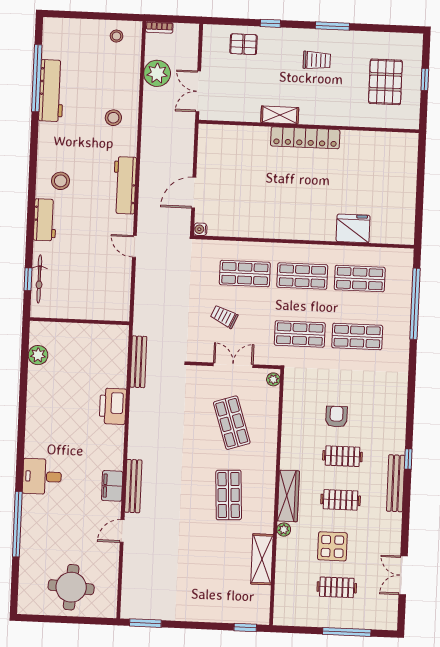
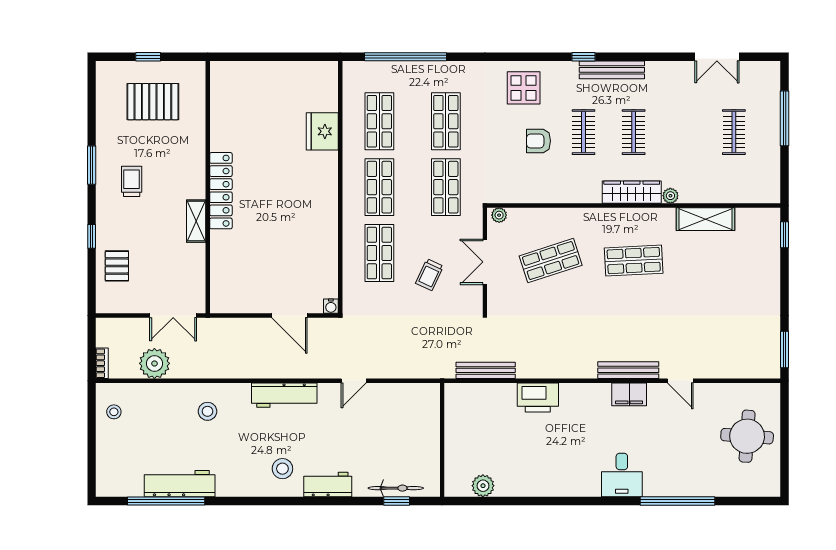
display table: (332, 546) -> (524, 88), moved

